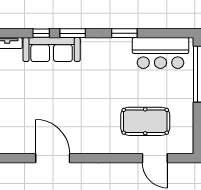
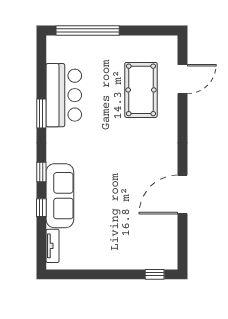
window: (73, 33) -> (41, 172), width x0.67
bar counter: (160, 53) -> (64, 95), moved

